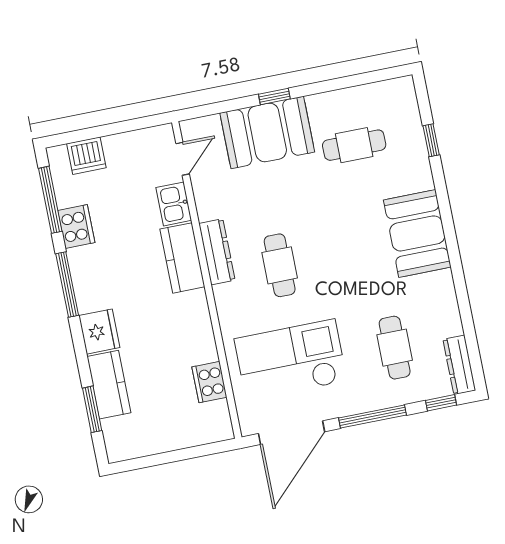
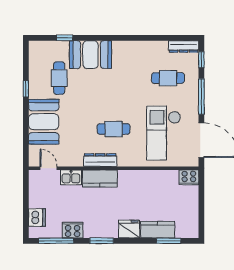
window: (274, 97) -> (26, 89), moved
booth: (417, 233) -> (90, 55), moved
window: (67, 284) -> (102, 241), width x0.69
cooker: (209, 382) -> (189, 177), moved

